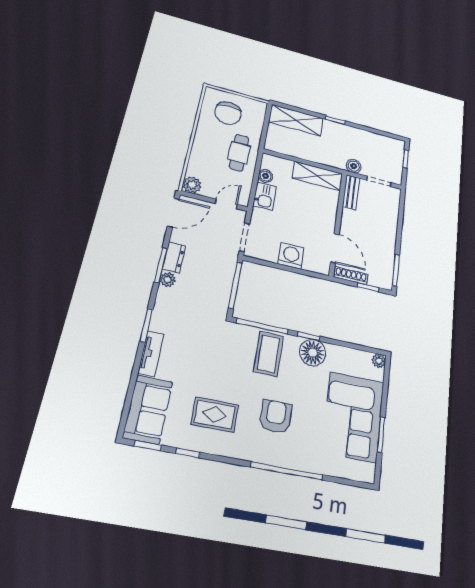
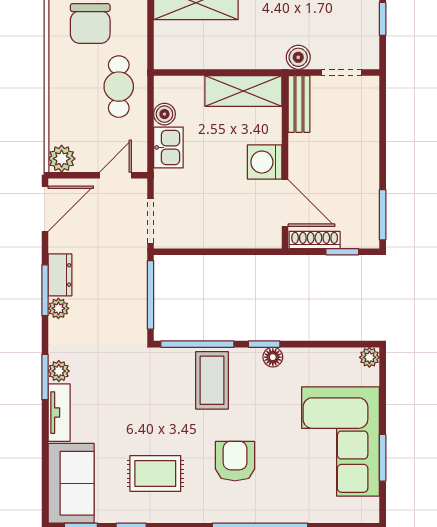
washing machine: (291, 256) -> (265, 162), moved, turned -90
plant: (158, 323) -> (59, 371), added
floor lamp: (313, 353) -> (273, 357), width x0.53, depth x0.53

